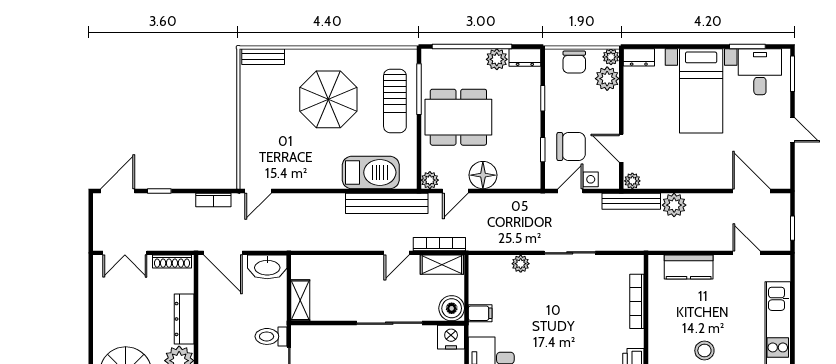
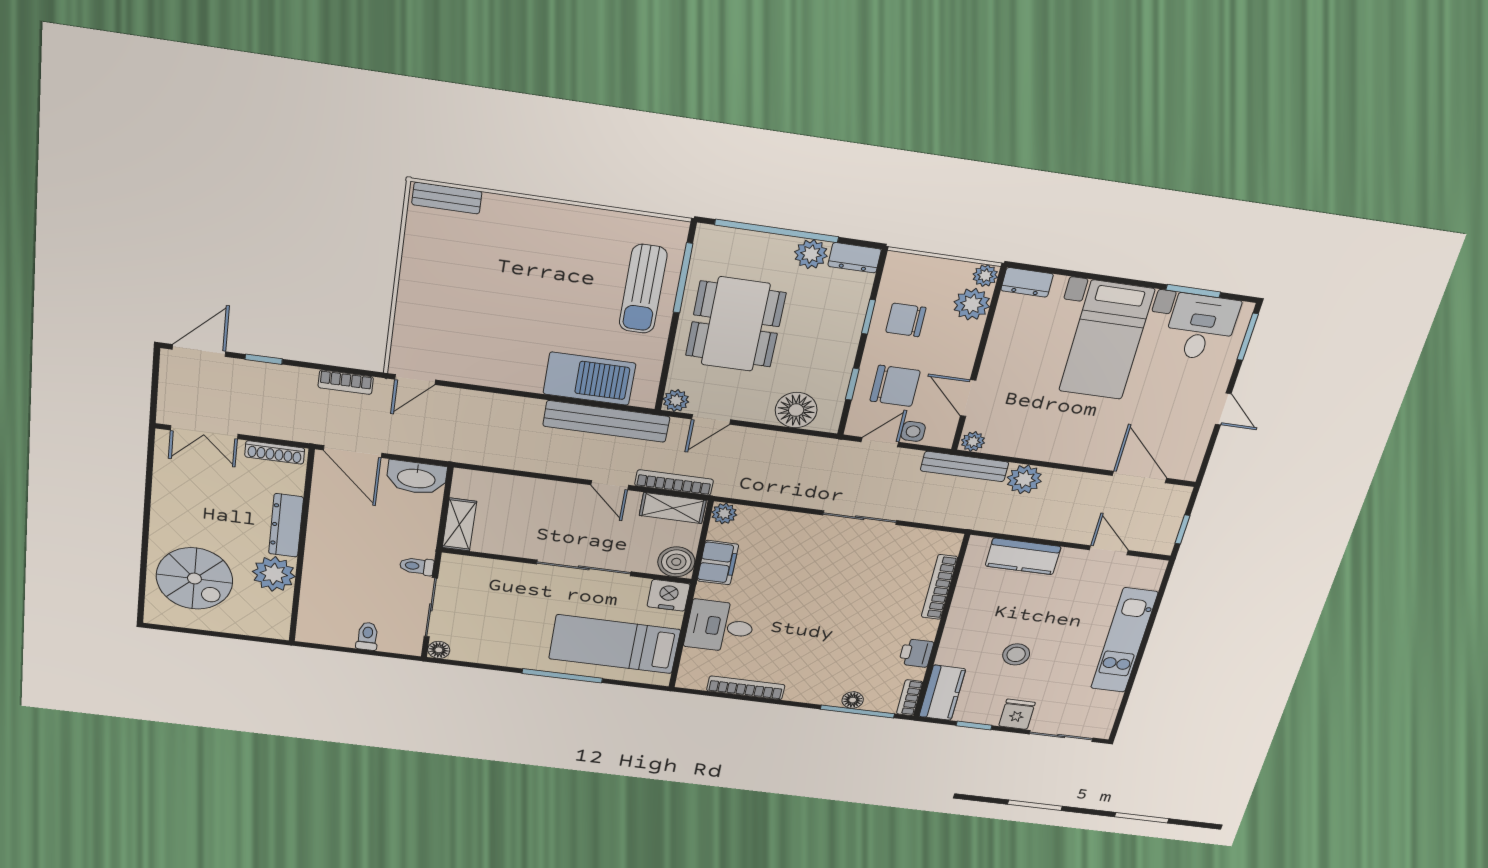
chair: (574, 62) -> (906, 320), moved, turned 90
parasol: (328, 99) -> (541, 272), removed
dining table: (458, 117) -> (736, 324), turned 90
floor lamp: (483, 175) -> (796, 410), moved
door: (397, 253) -> (610, 485), hinge flipped
plant: (521, 264) -> (724, 513), moved
filing cabinet: (480, 313) -> (718, 563), width x2.00
toilet: (271, 336) -> (417, 566), width x0.73, depth x0.72

